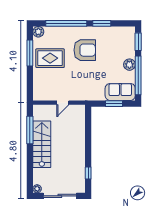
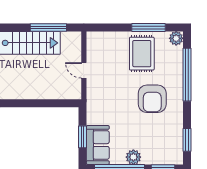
window: (102, 23) -> (187, 140), moved

